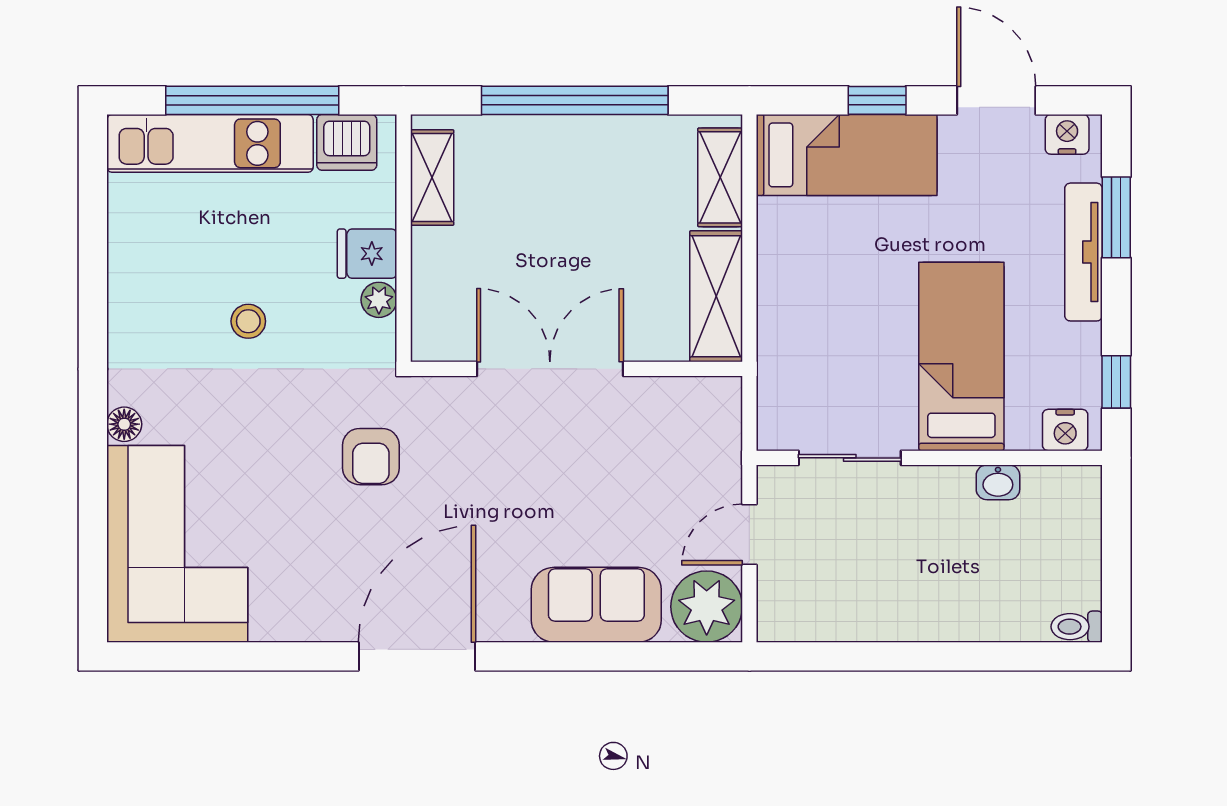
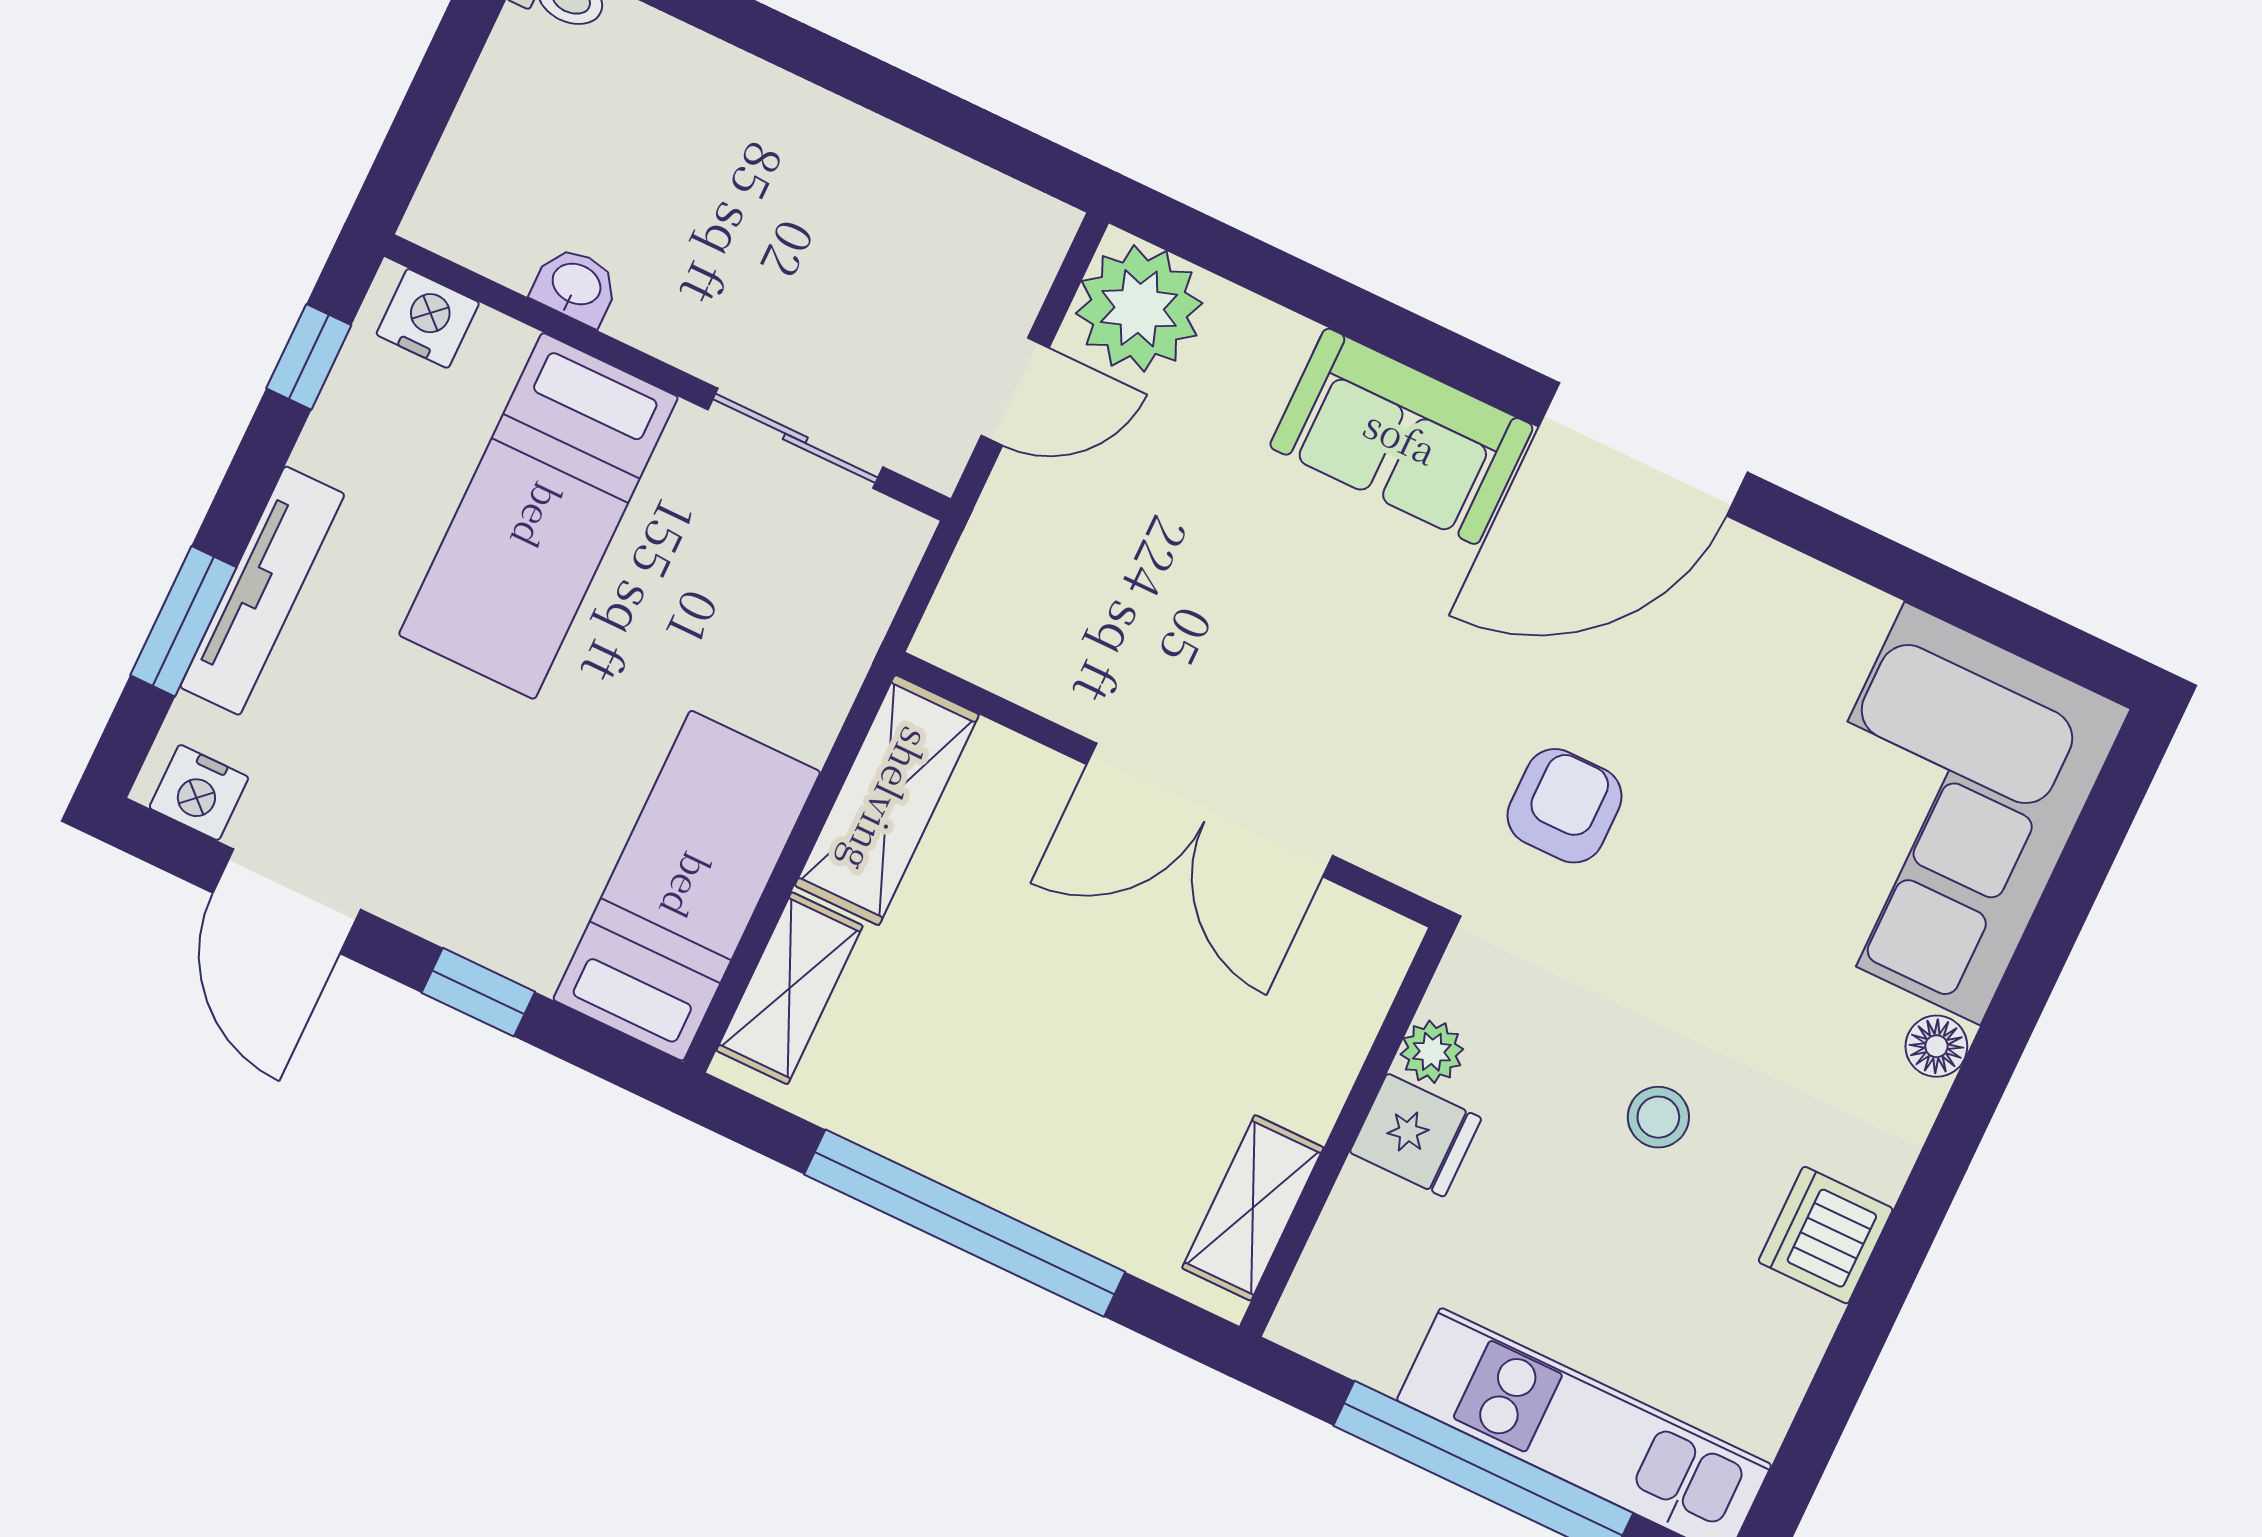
dishwasher: (347, 142) -> (1826, 1235), moved, turned -90
bed: (847, 155) -> (687, 886), moved, turned 90
sofa: (596, 605) -> (1401, 436), moved

